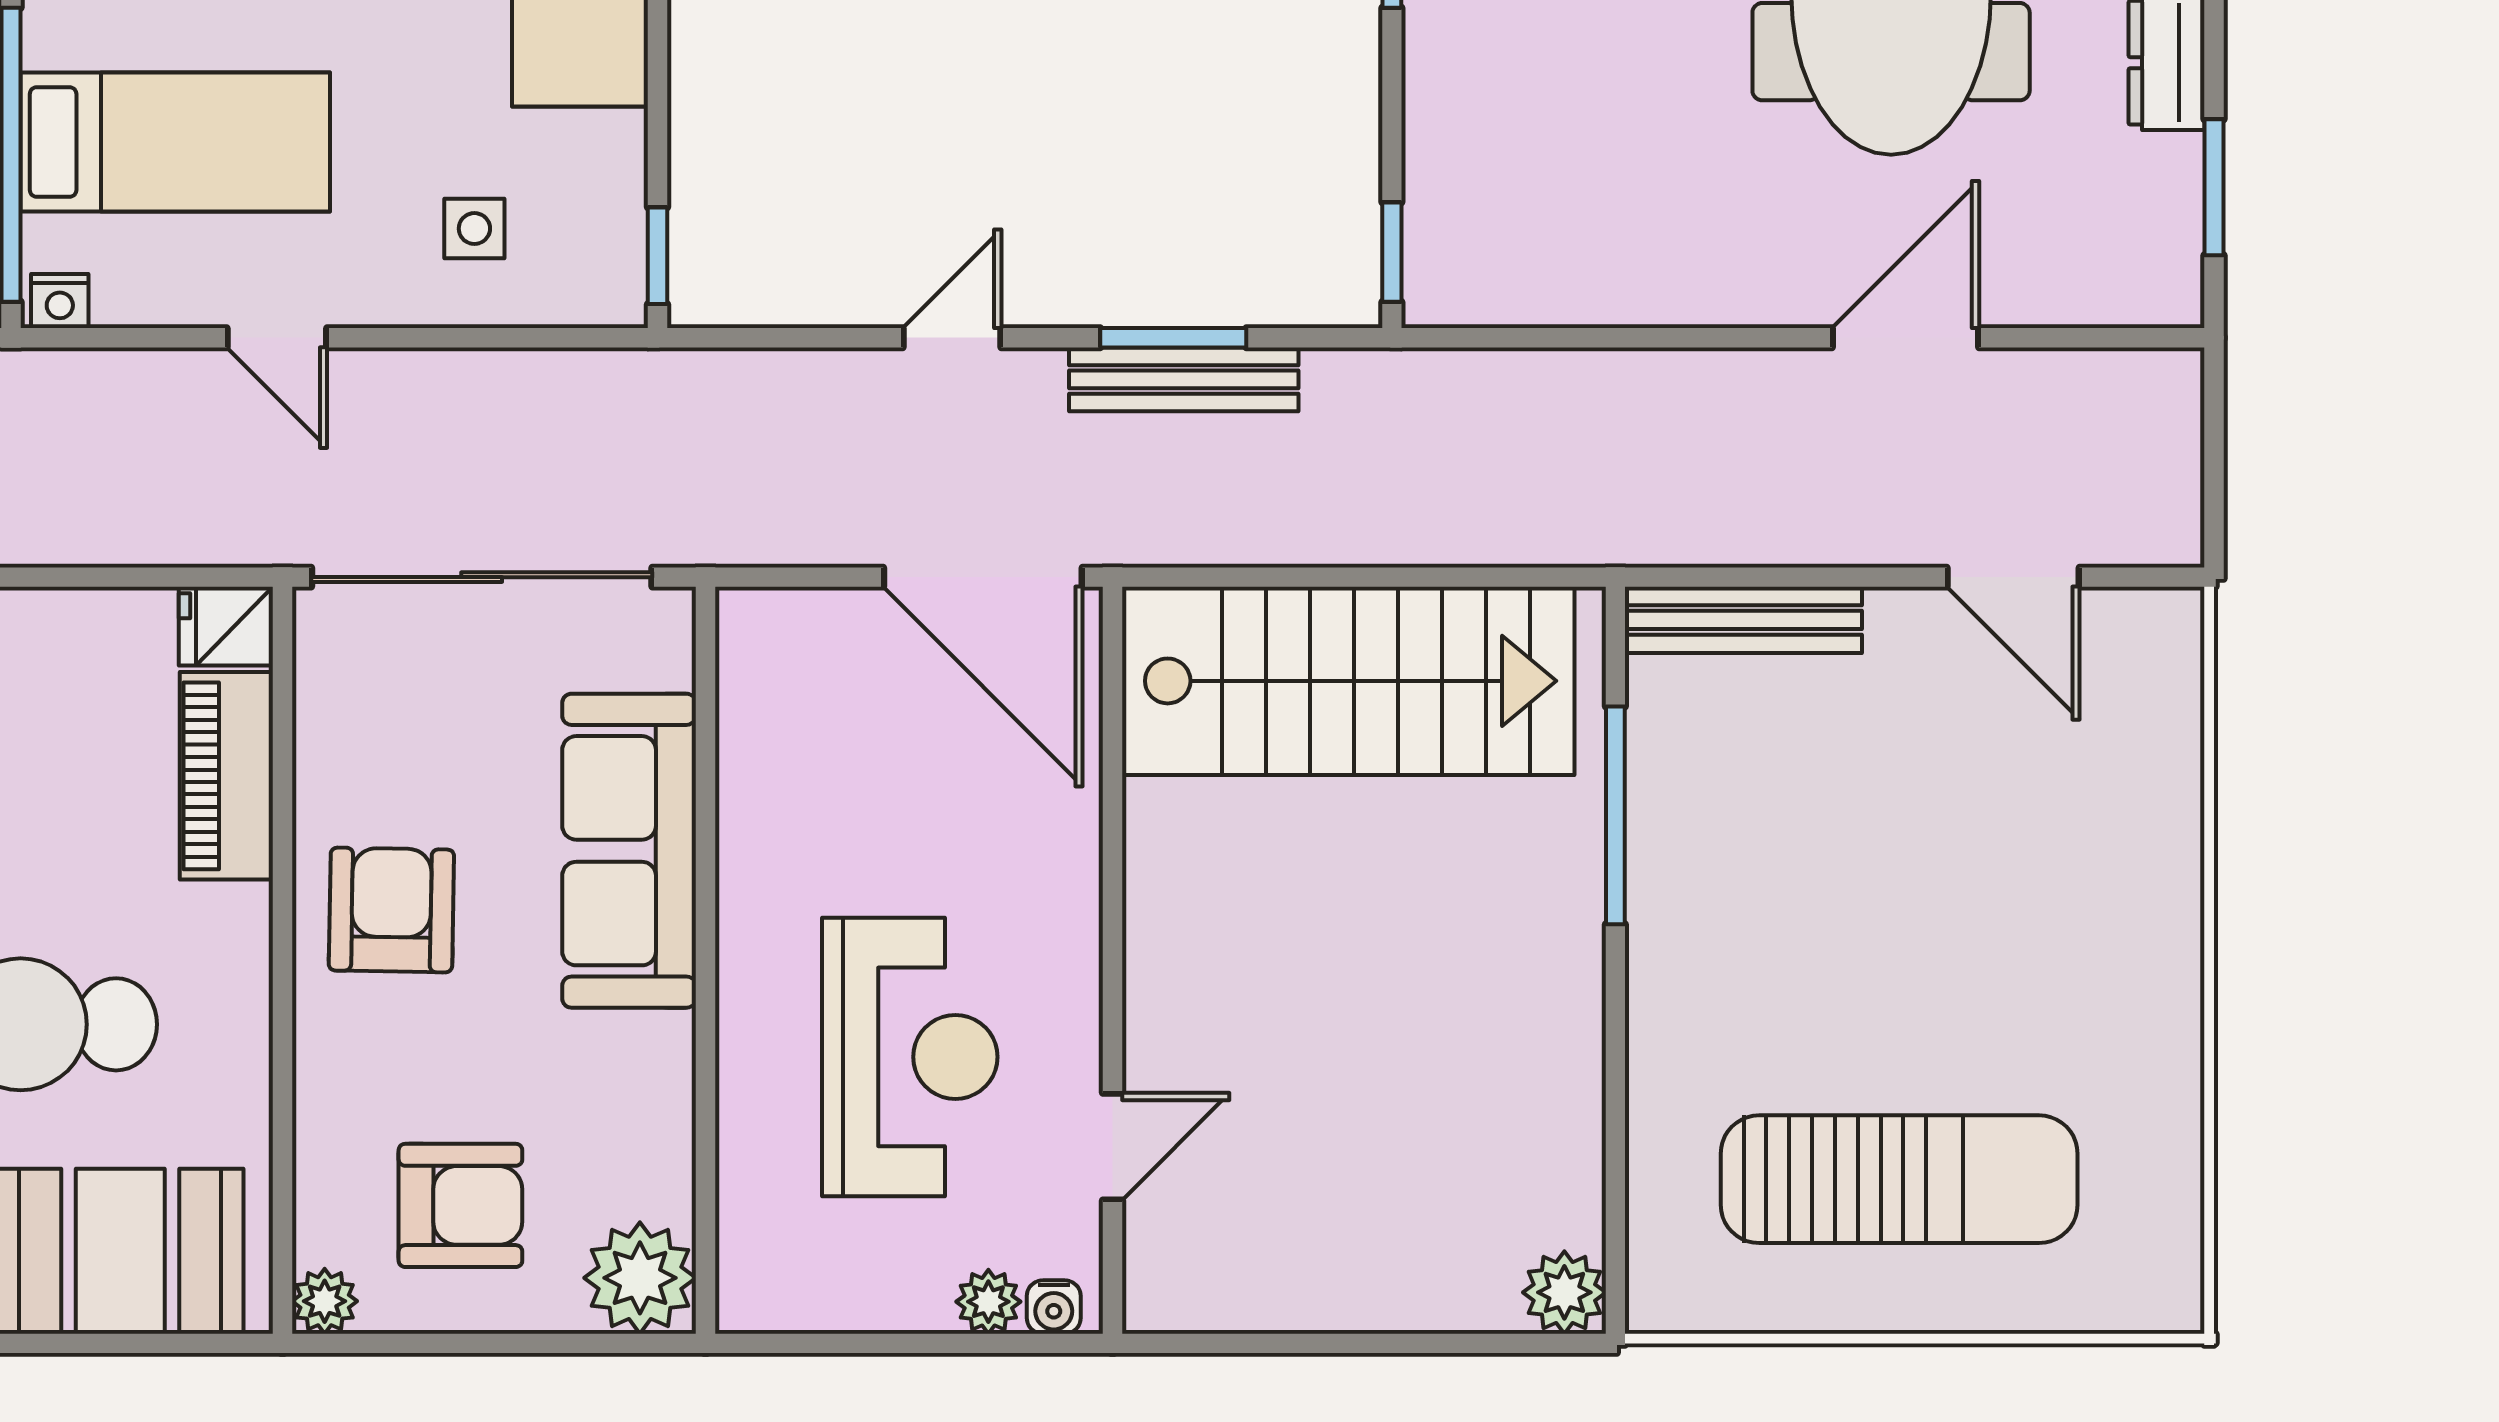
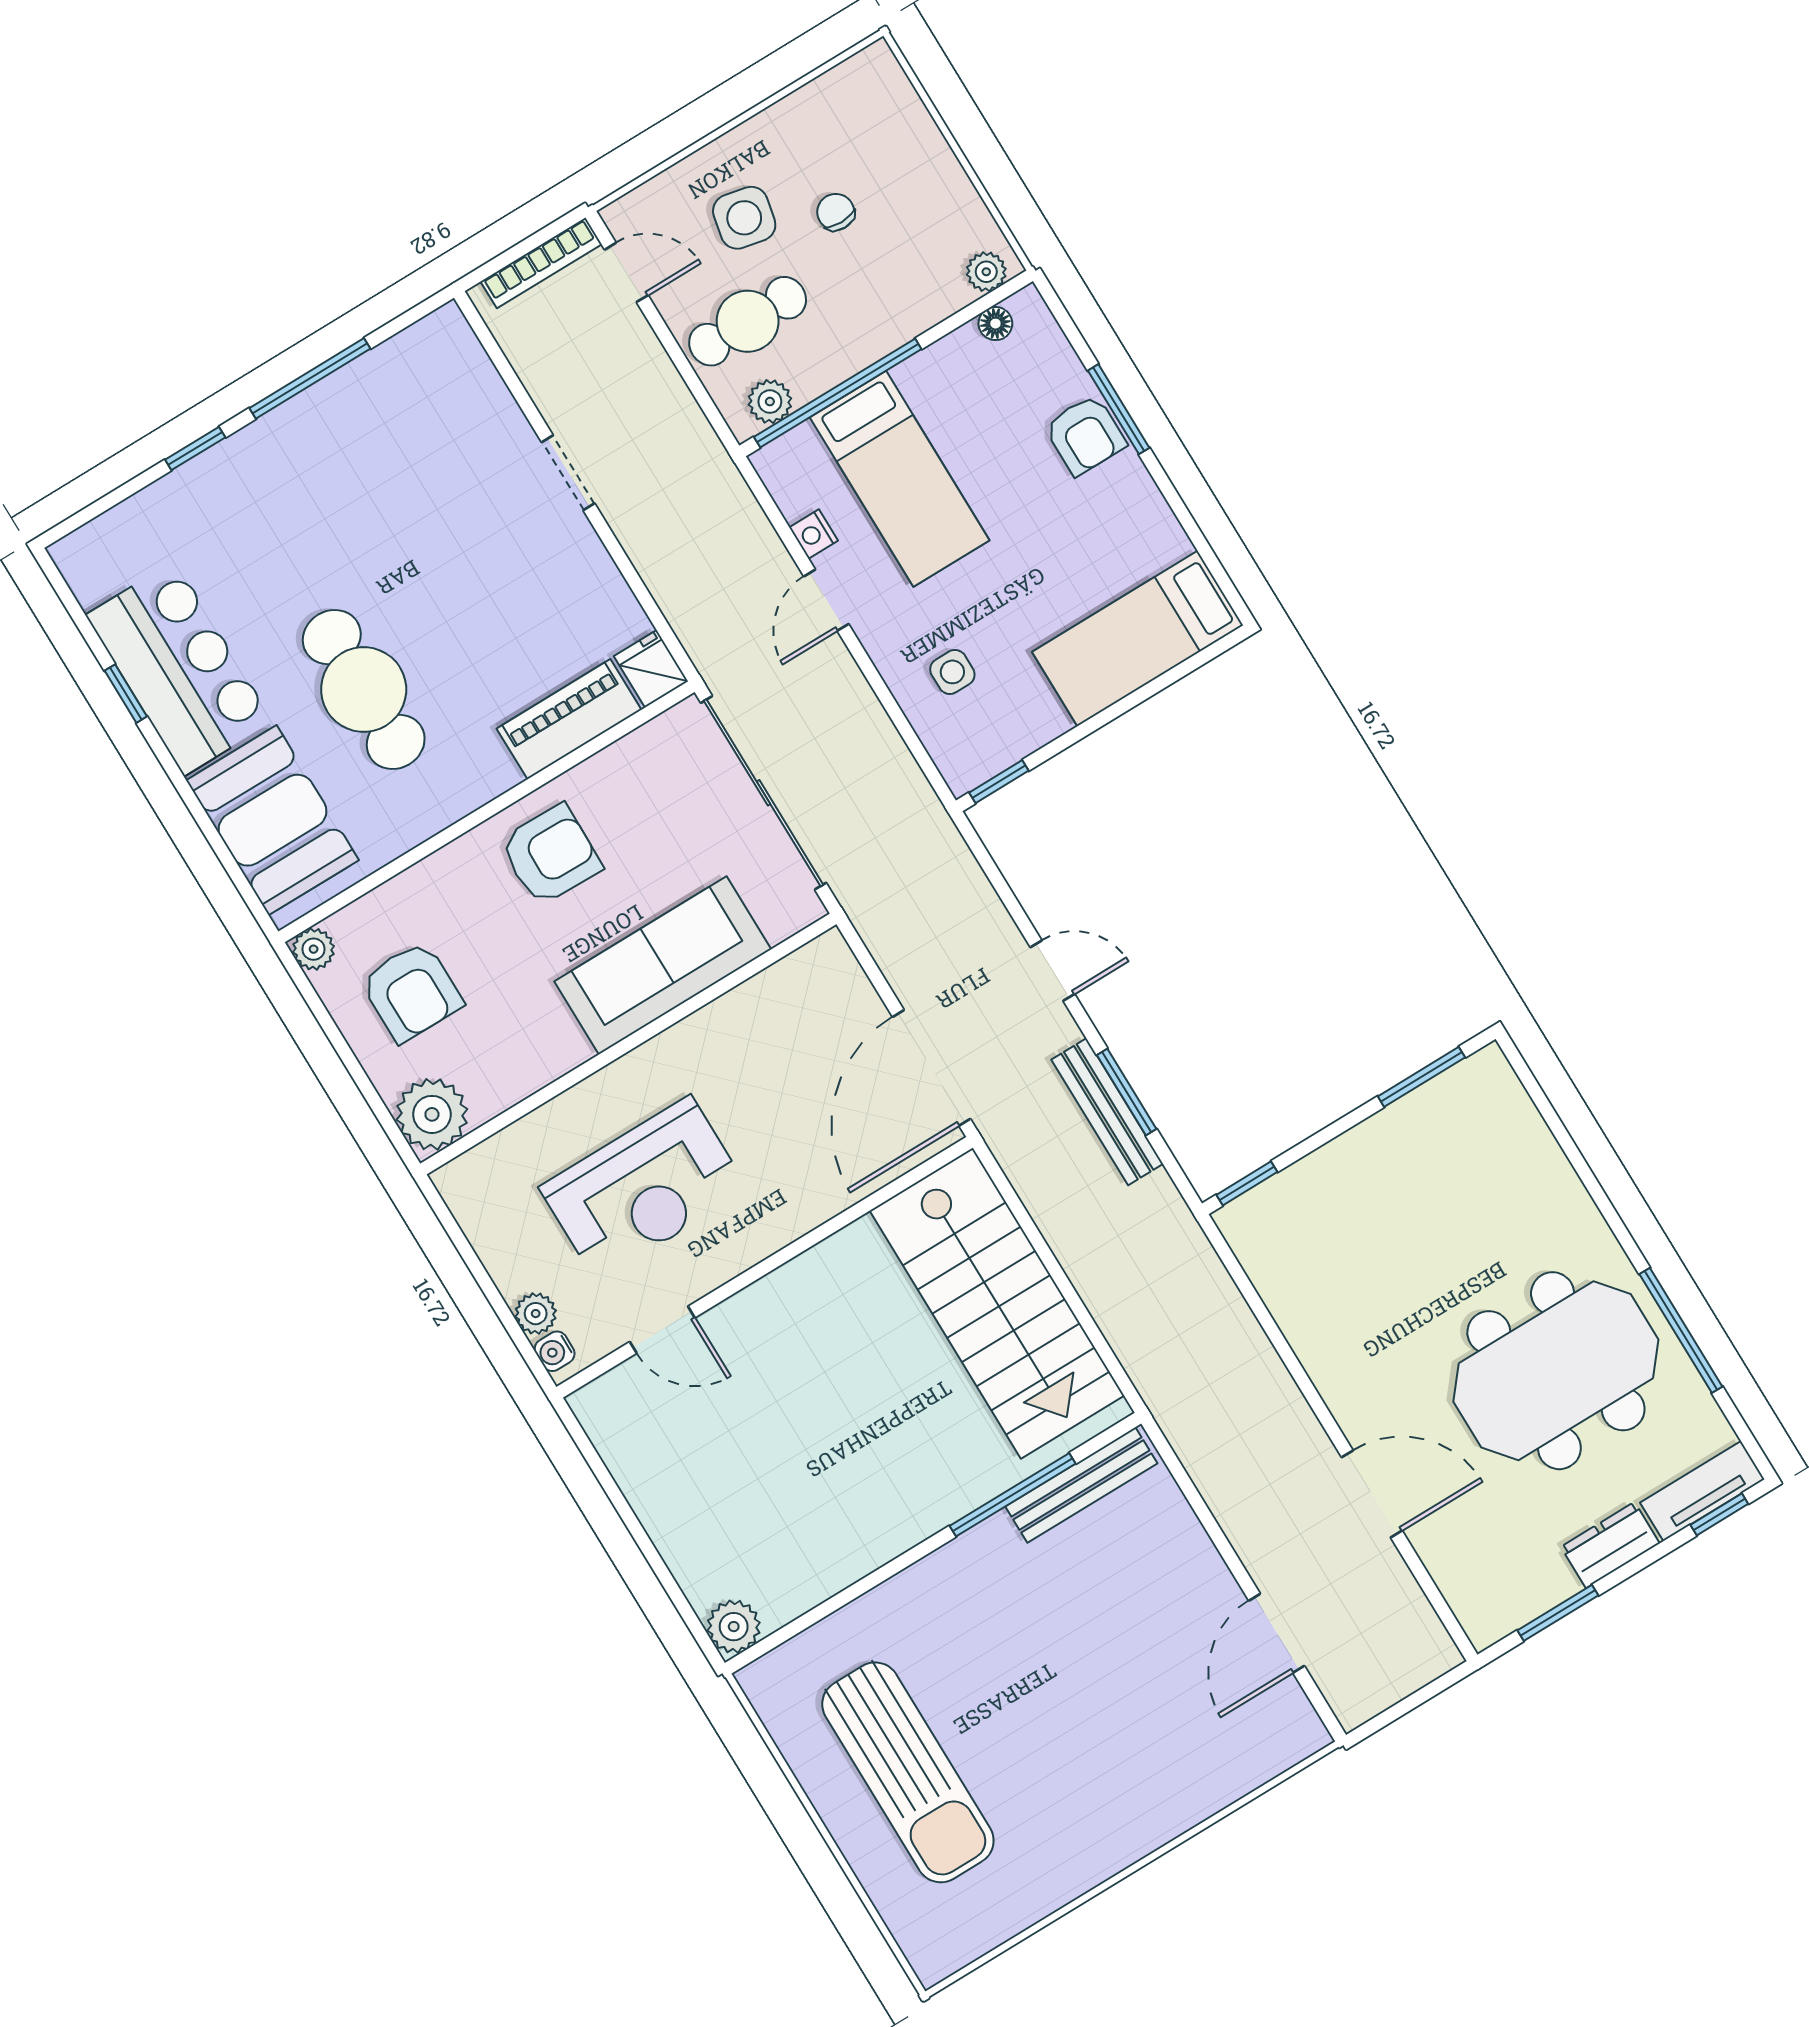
nightstand: (60, 301) -> (814, 534), moved
bench: (1743, 620) -> (1081, 1485), moved, turned 90

